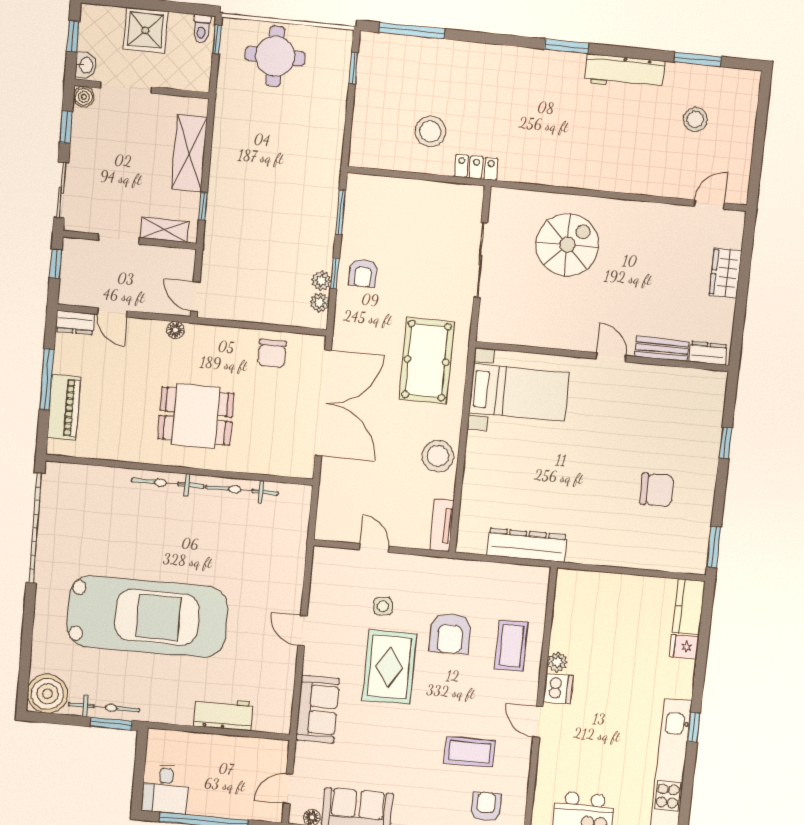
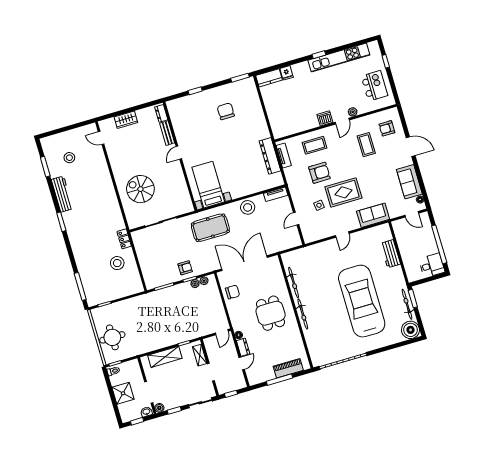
dresser: (75, 323) -> (243, 347), moved
tv unit: (516, 574) -> (284, 155), added
plant: (557, 662) -> (353, 112), moved

